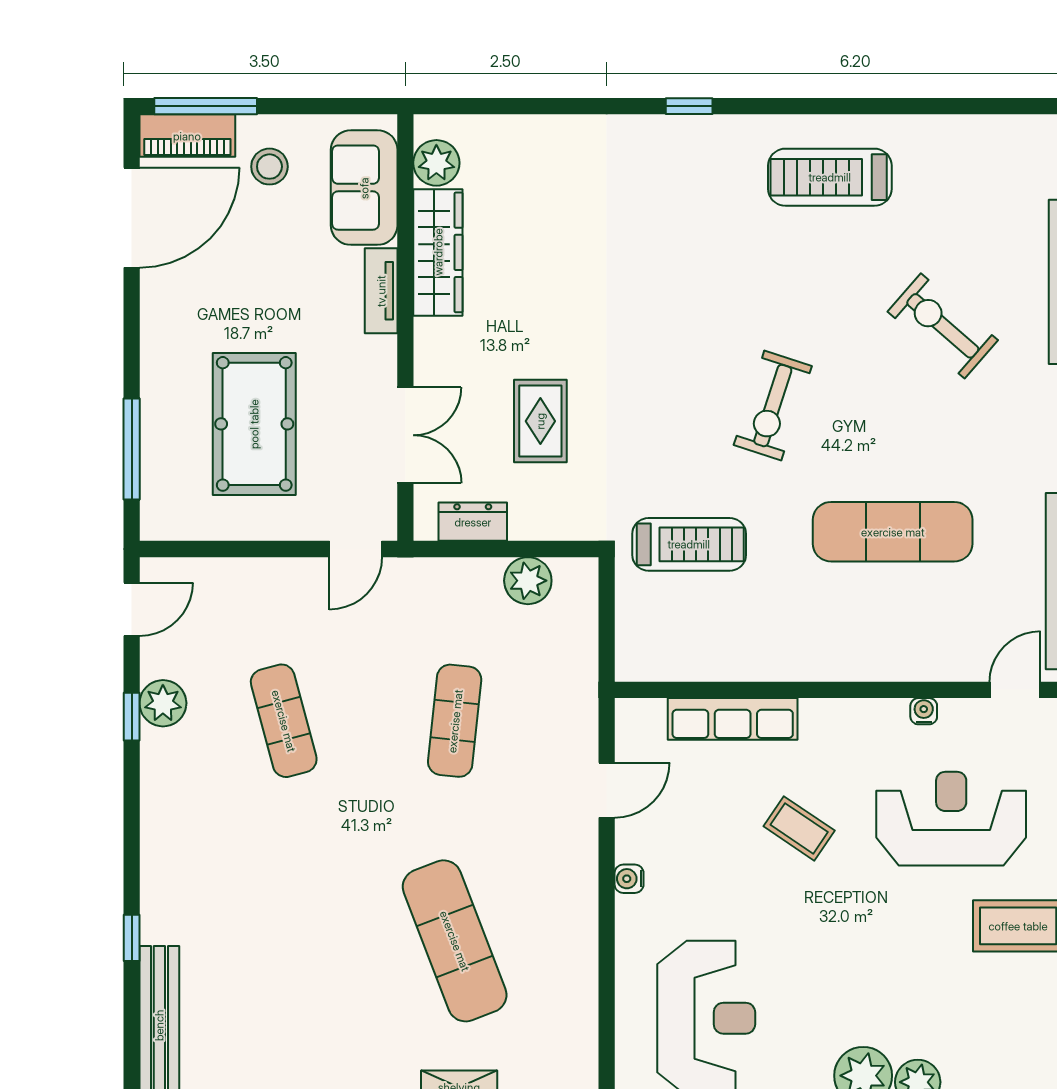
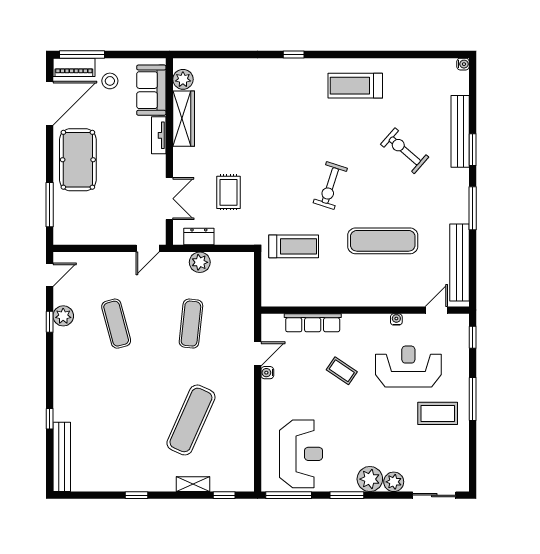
pool table: (254, 424) -> (78, 160), moved
plant: (528, 581) -> (200, 262), moved
water cooler: (629, 879) -> (267, 373), moved
exercise mat: (455, 941) -> (191, 420), turned 45

